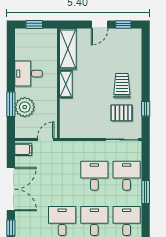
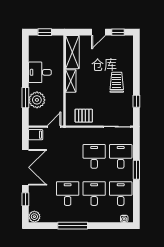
pallet: (122, 113) -> (84, 116), moved

